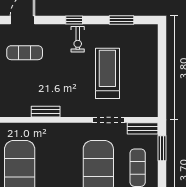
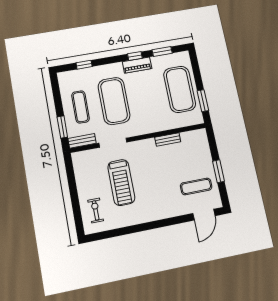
window: (74, 20) -> (159, 224), removed
window: (122, 20) -> (118, 232), removed
exercise bike: (78, 39) -> (96, 210), moved

